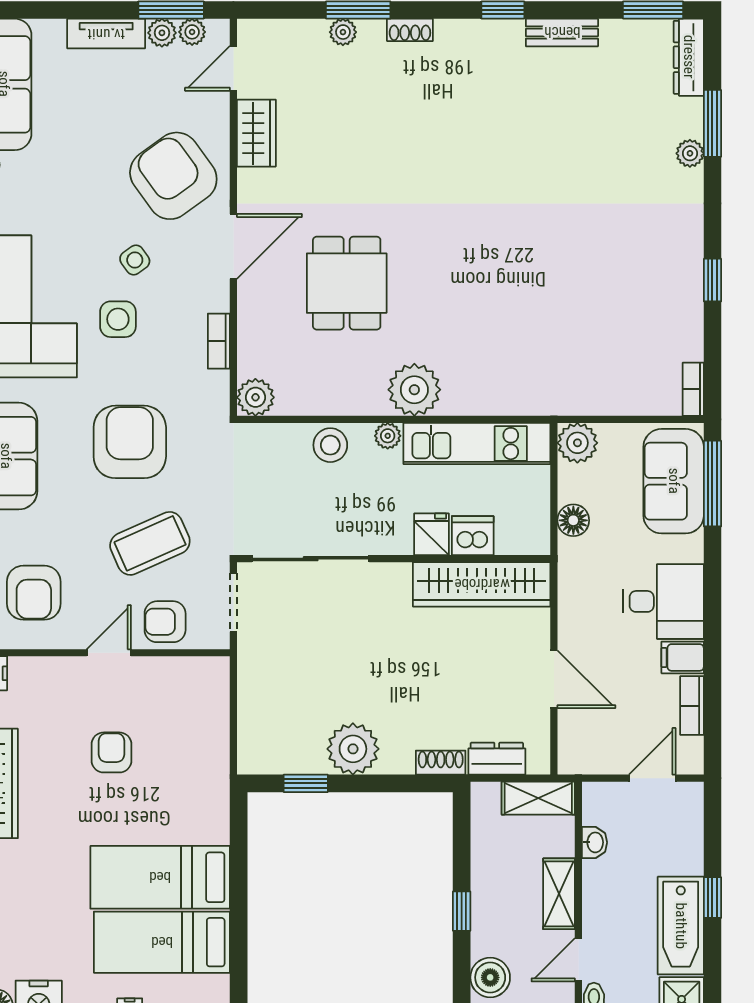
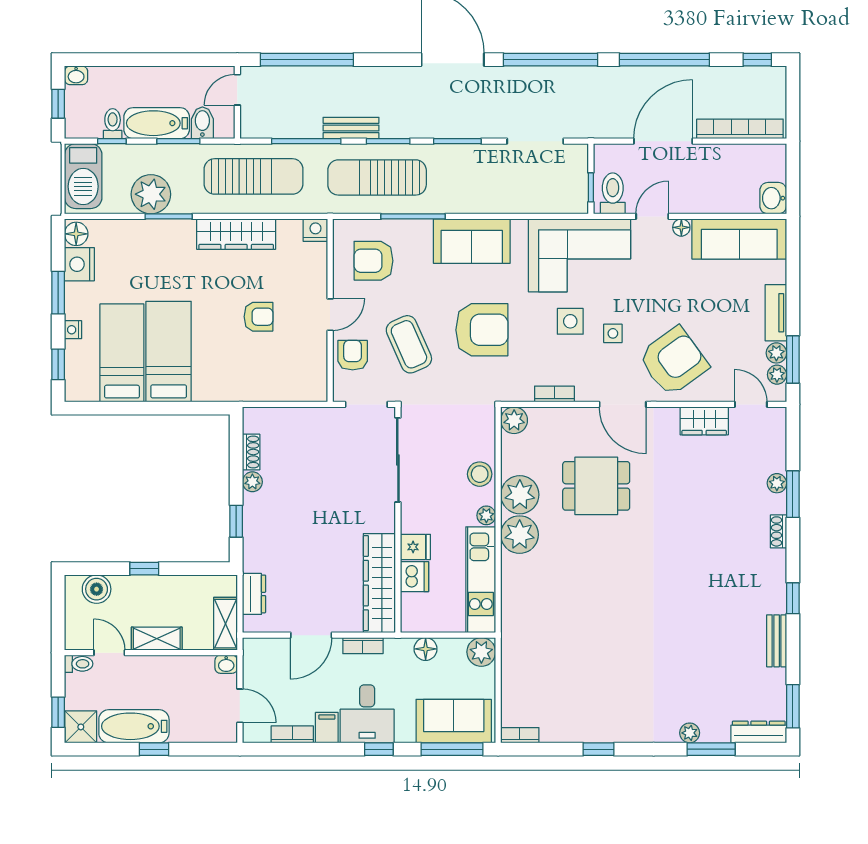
side table: (135, 260) -> (613, 333), turned 36
plant: (359, 389) -> (520, 495), added
window: (712, 585) -> (379, 749), added
bookcase: (569, 607) -> (363, 646), added
door: (109, 653) -> (330, 315), hinge flipped
plant: (353, 749) -> (252, 482), width x0.53, depth x0.53
shoe rack: (441, 763) -> (251, 452), moved
window: (306, 783) -> (236, 521), moved
washbasin: (594, 842) -> (226, 664), moved

